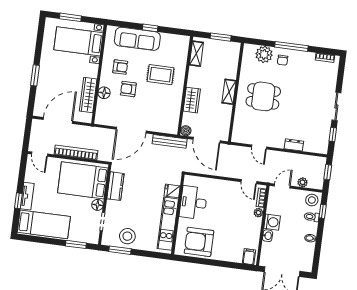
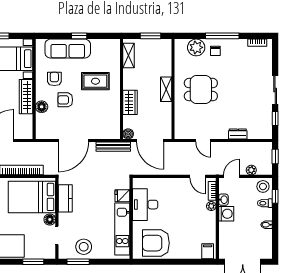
armchair: (120, 67) -> (54, 79), turned -90
wardrobe: (88, 95) -> (26, 97), moved
washbasin: (268, 236) -> (223, 200), moved

